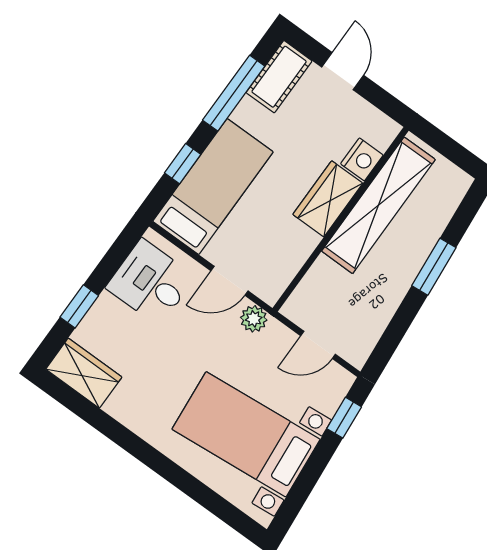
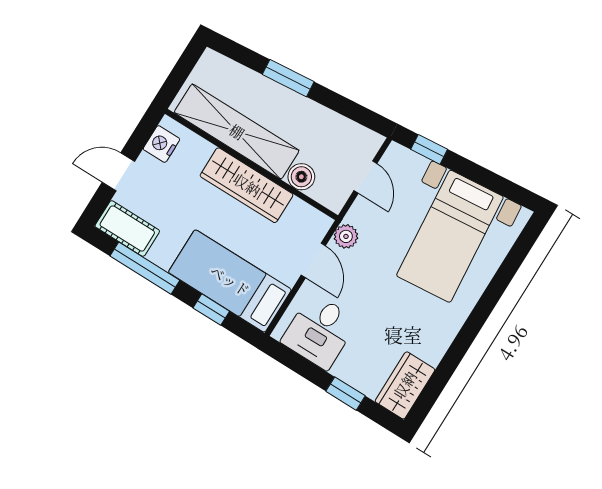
nightstand: (362, 159) -> (161, 144), moved, turned -90
wardrobe: (328, 199) -> (247, 185), width x1.50
boiler: (323, 274) -> (301, 177), added

